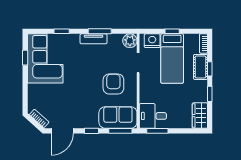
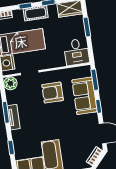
cot: (201, 67) -> (36, 13), moved
sofa: (118, 118) -> (85, 96), moved
window: (157, 131) -> (87, 27), moved

